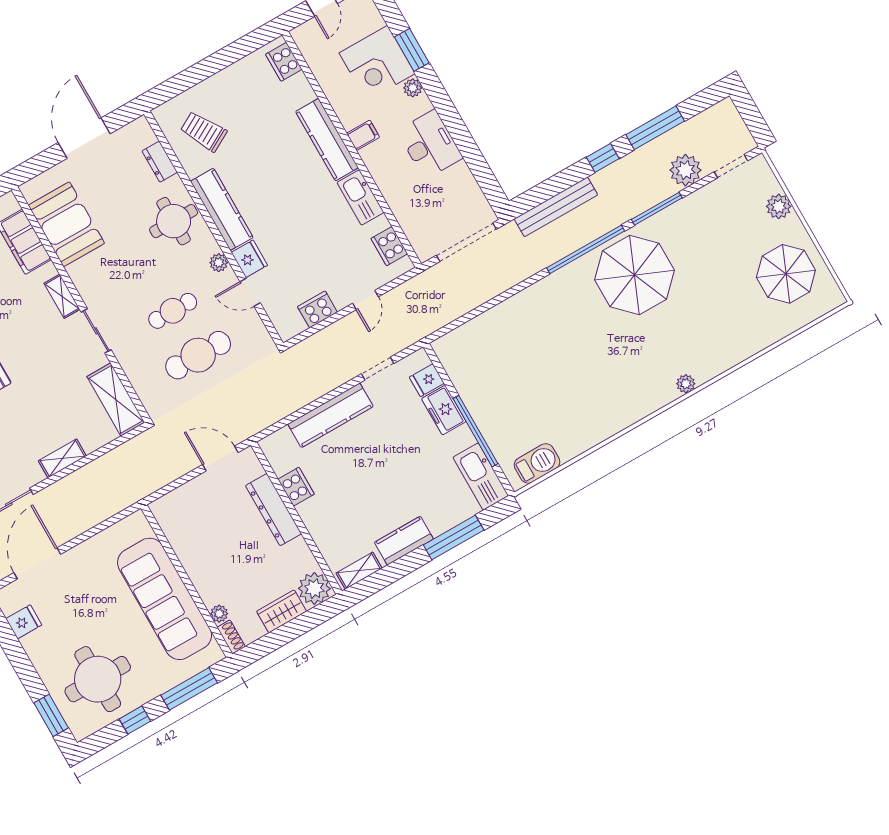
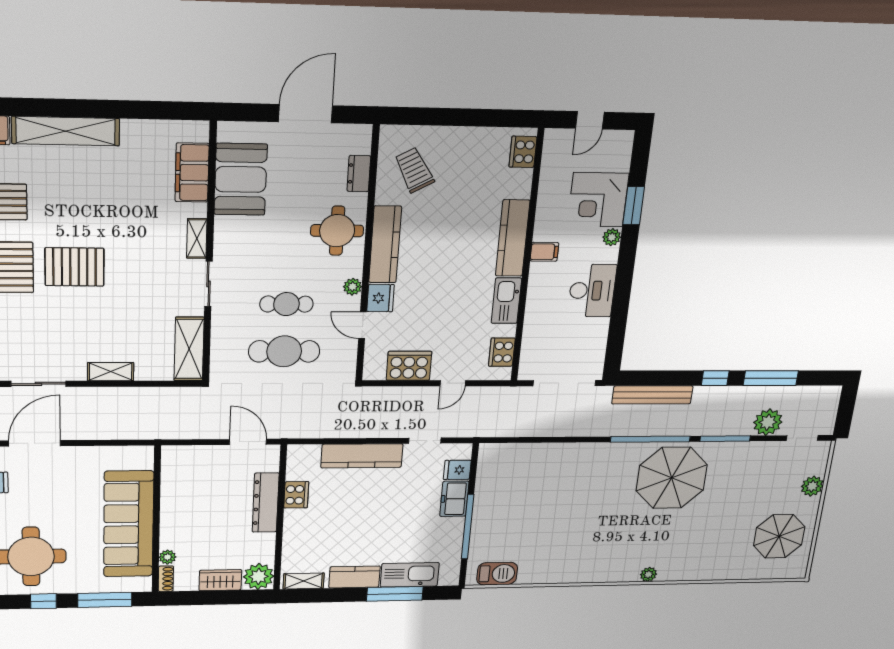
cooker: (317, 309) -> (409, 366), width x1.37, depth x1.31
kitchen sink: (481, 477) -> (410, 575), moved, turned 90

